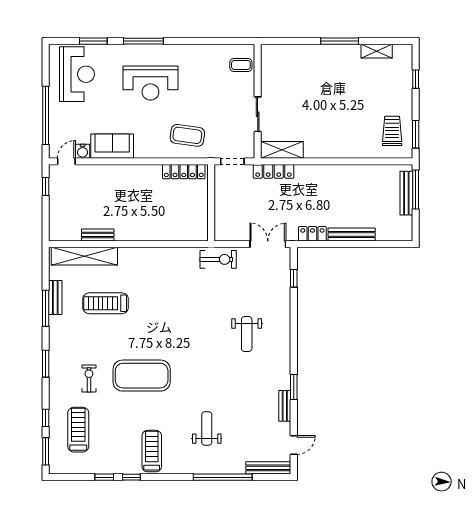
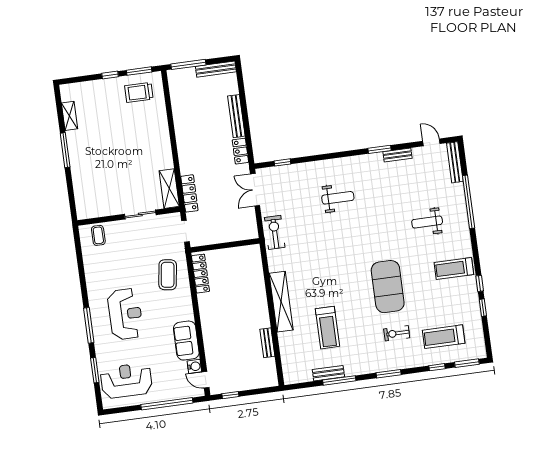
window: (416, 79) -> (110, 75), moved
bench: (406, 193) -> (216, 69), moved
shelving: (84, 256) -> (281, 302), moved

